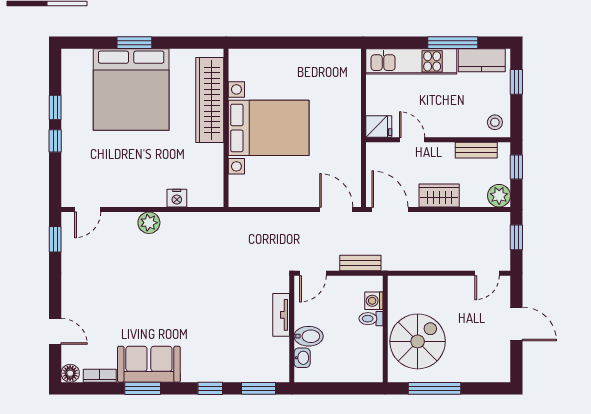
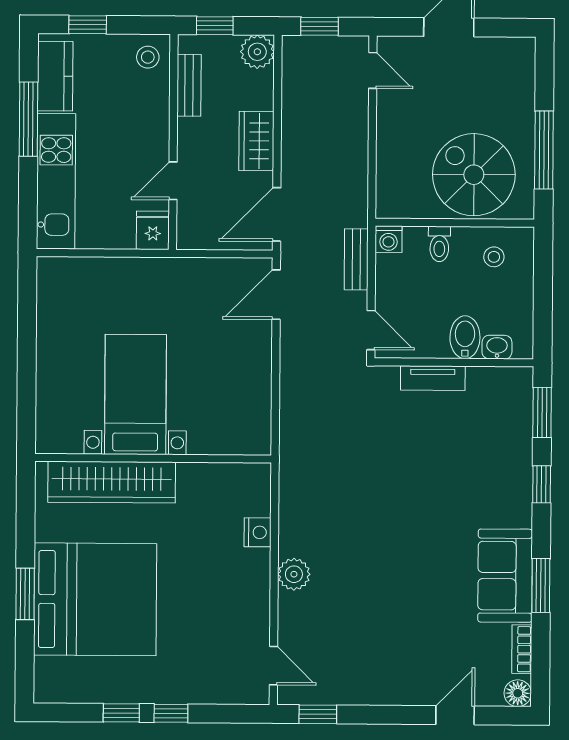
bed with nightstands: (269, 128) -> (135, 394), width x0.73
washing machine: (374, 301) -> (389, 239), moved
stool: (363, 355) -> (494, 257), added

